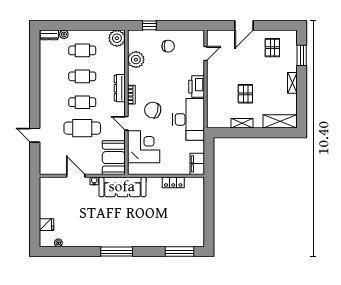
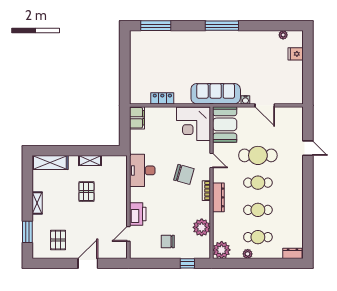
plant: (64, 34) -> (248, 254), moved
printer: (197, 87) -> (138, 214), moved
desk: (189, 119) -> (142, 170), width x0.73, depth x0.77
corner desk: (144, 147) -> (194, 124), moved

